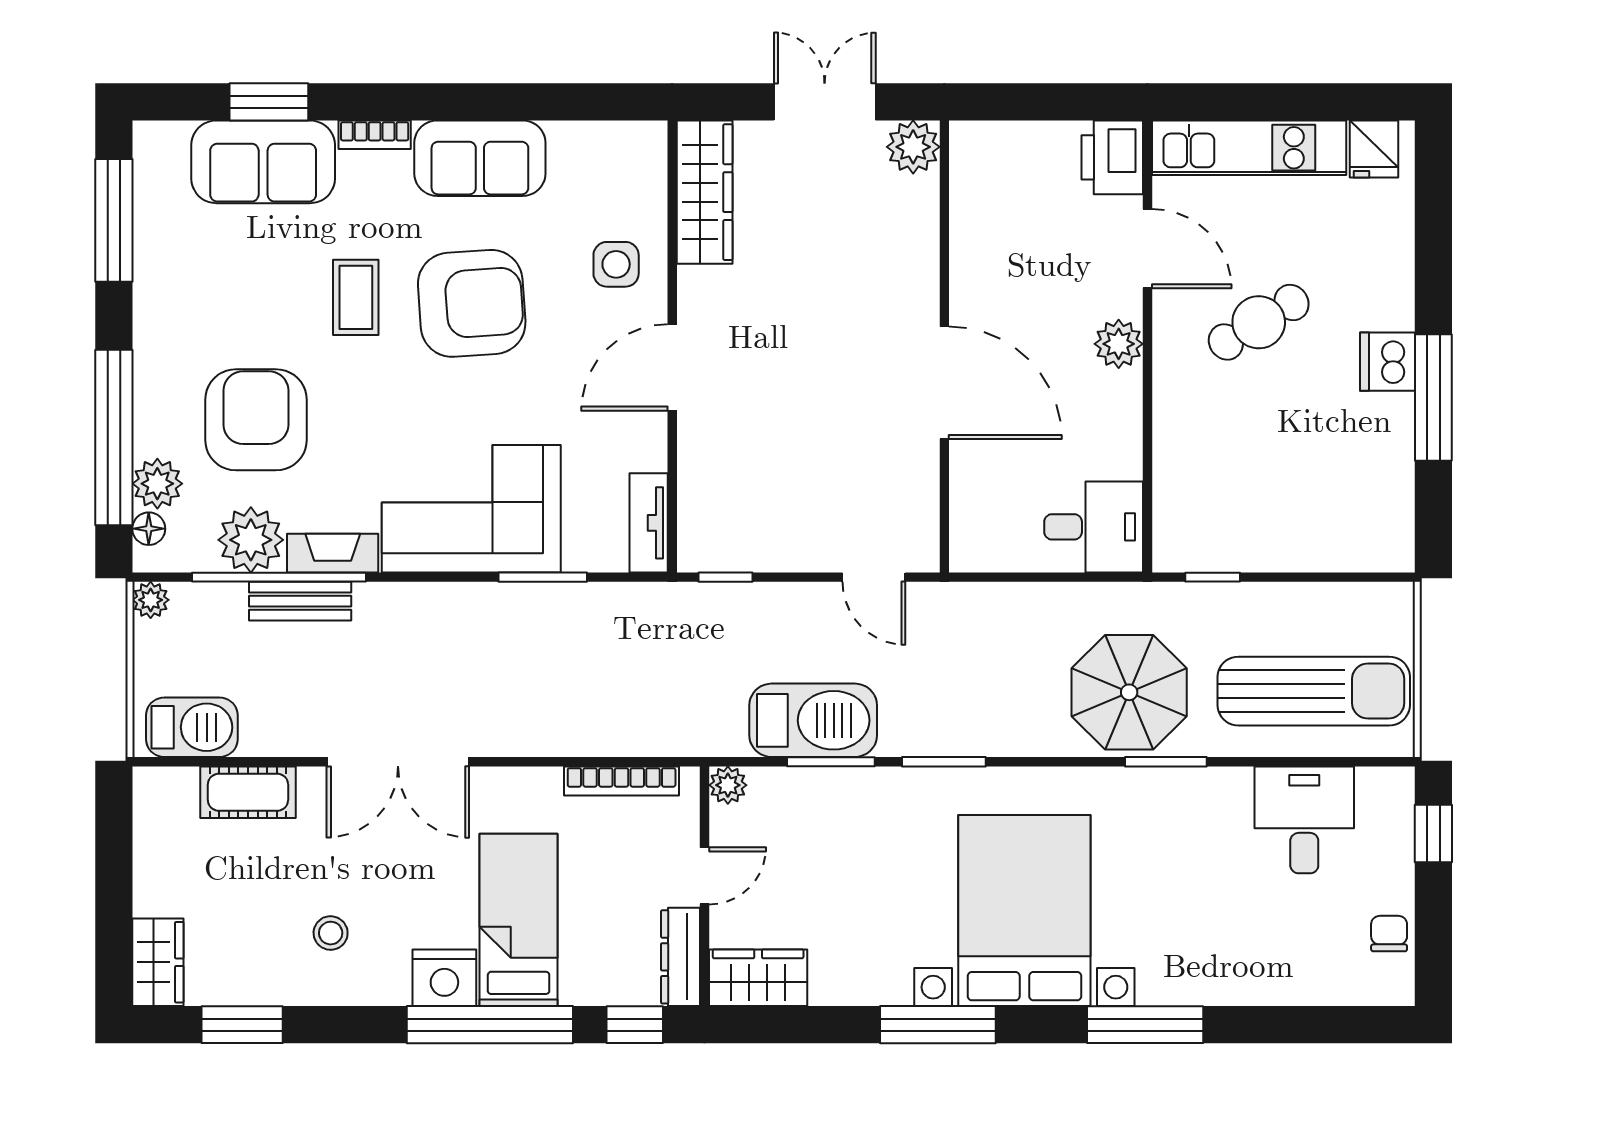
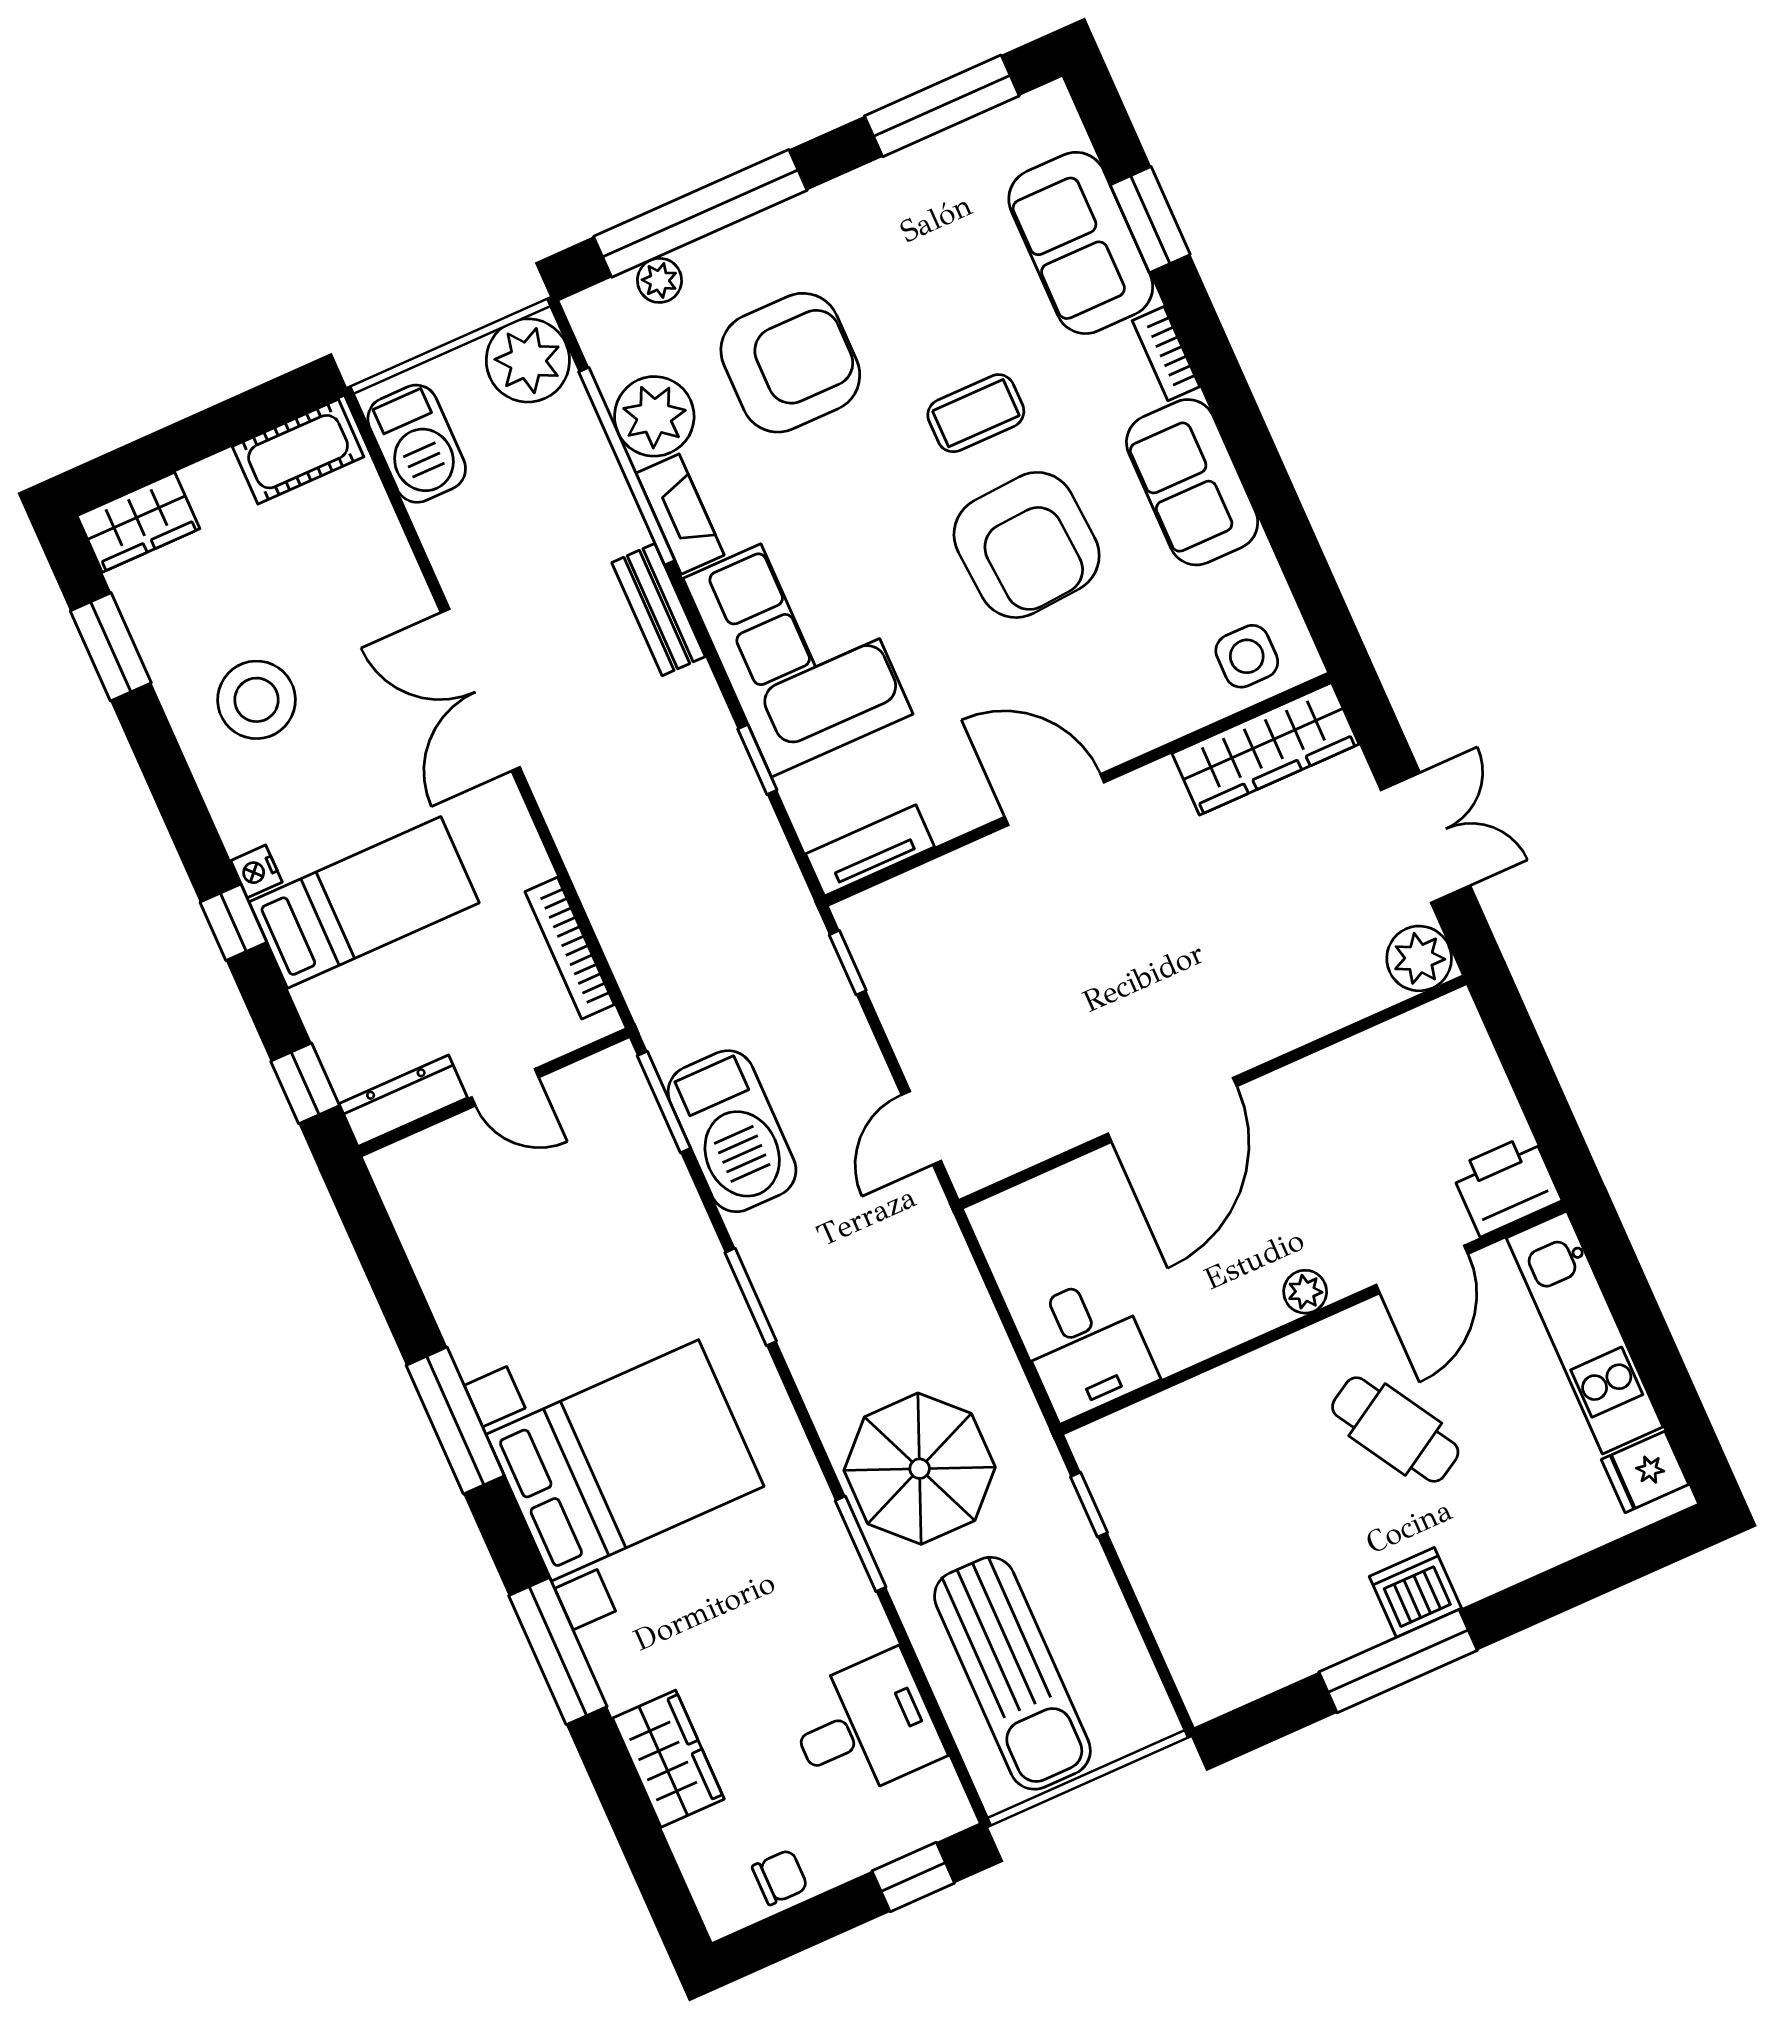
side table: (616, 264) -> (1247, 656), moved
plant: (1119, 344) -> (1305, 1292), width x0.73, depth x0.73
plant: (157, 484) -> (660, 280), width x0.73, depth x0.73
floor lamp: (149, 529) -> (616, 297), removed
window: (543, 577) -> (757, 760), width x0.67
plant: (151, 600) -> (528, 360), width x1.88, depth x1.88
bench: (300, 601) -> (659, 610), moved
window: (831, 762) -> (664, 1102), moved
plant: (728, 785) -> (618, 1068), removed
cot: (248, 792) -> (298, 452), moved, turned 90
stool: (331, 933) -> (256, 700), width x1.89, depth x1.89
nightstand: (444, 978) -> (256, 871), width x0.53, depth x0.56
wardrobe: (758, 978) -> (668, 1759), moved
window: (490, 1025) -> (233, 922), width x0.32

